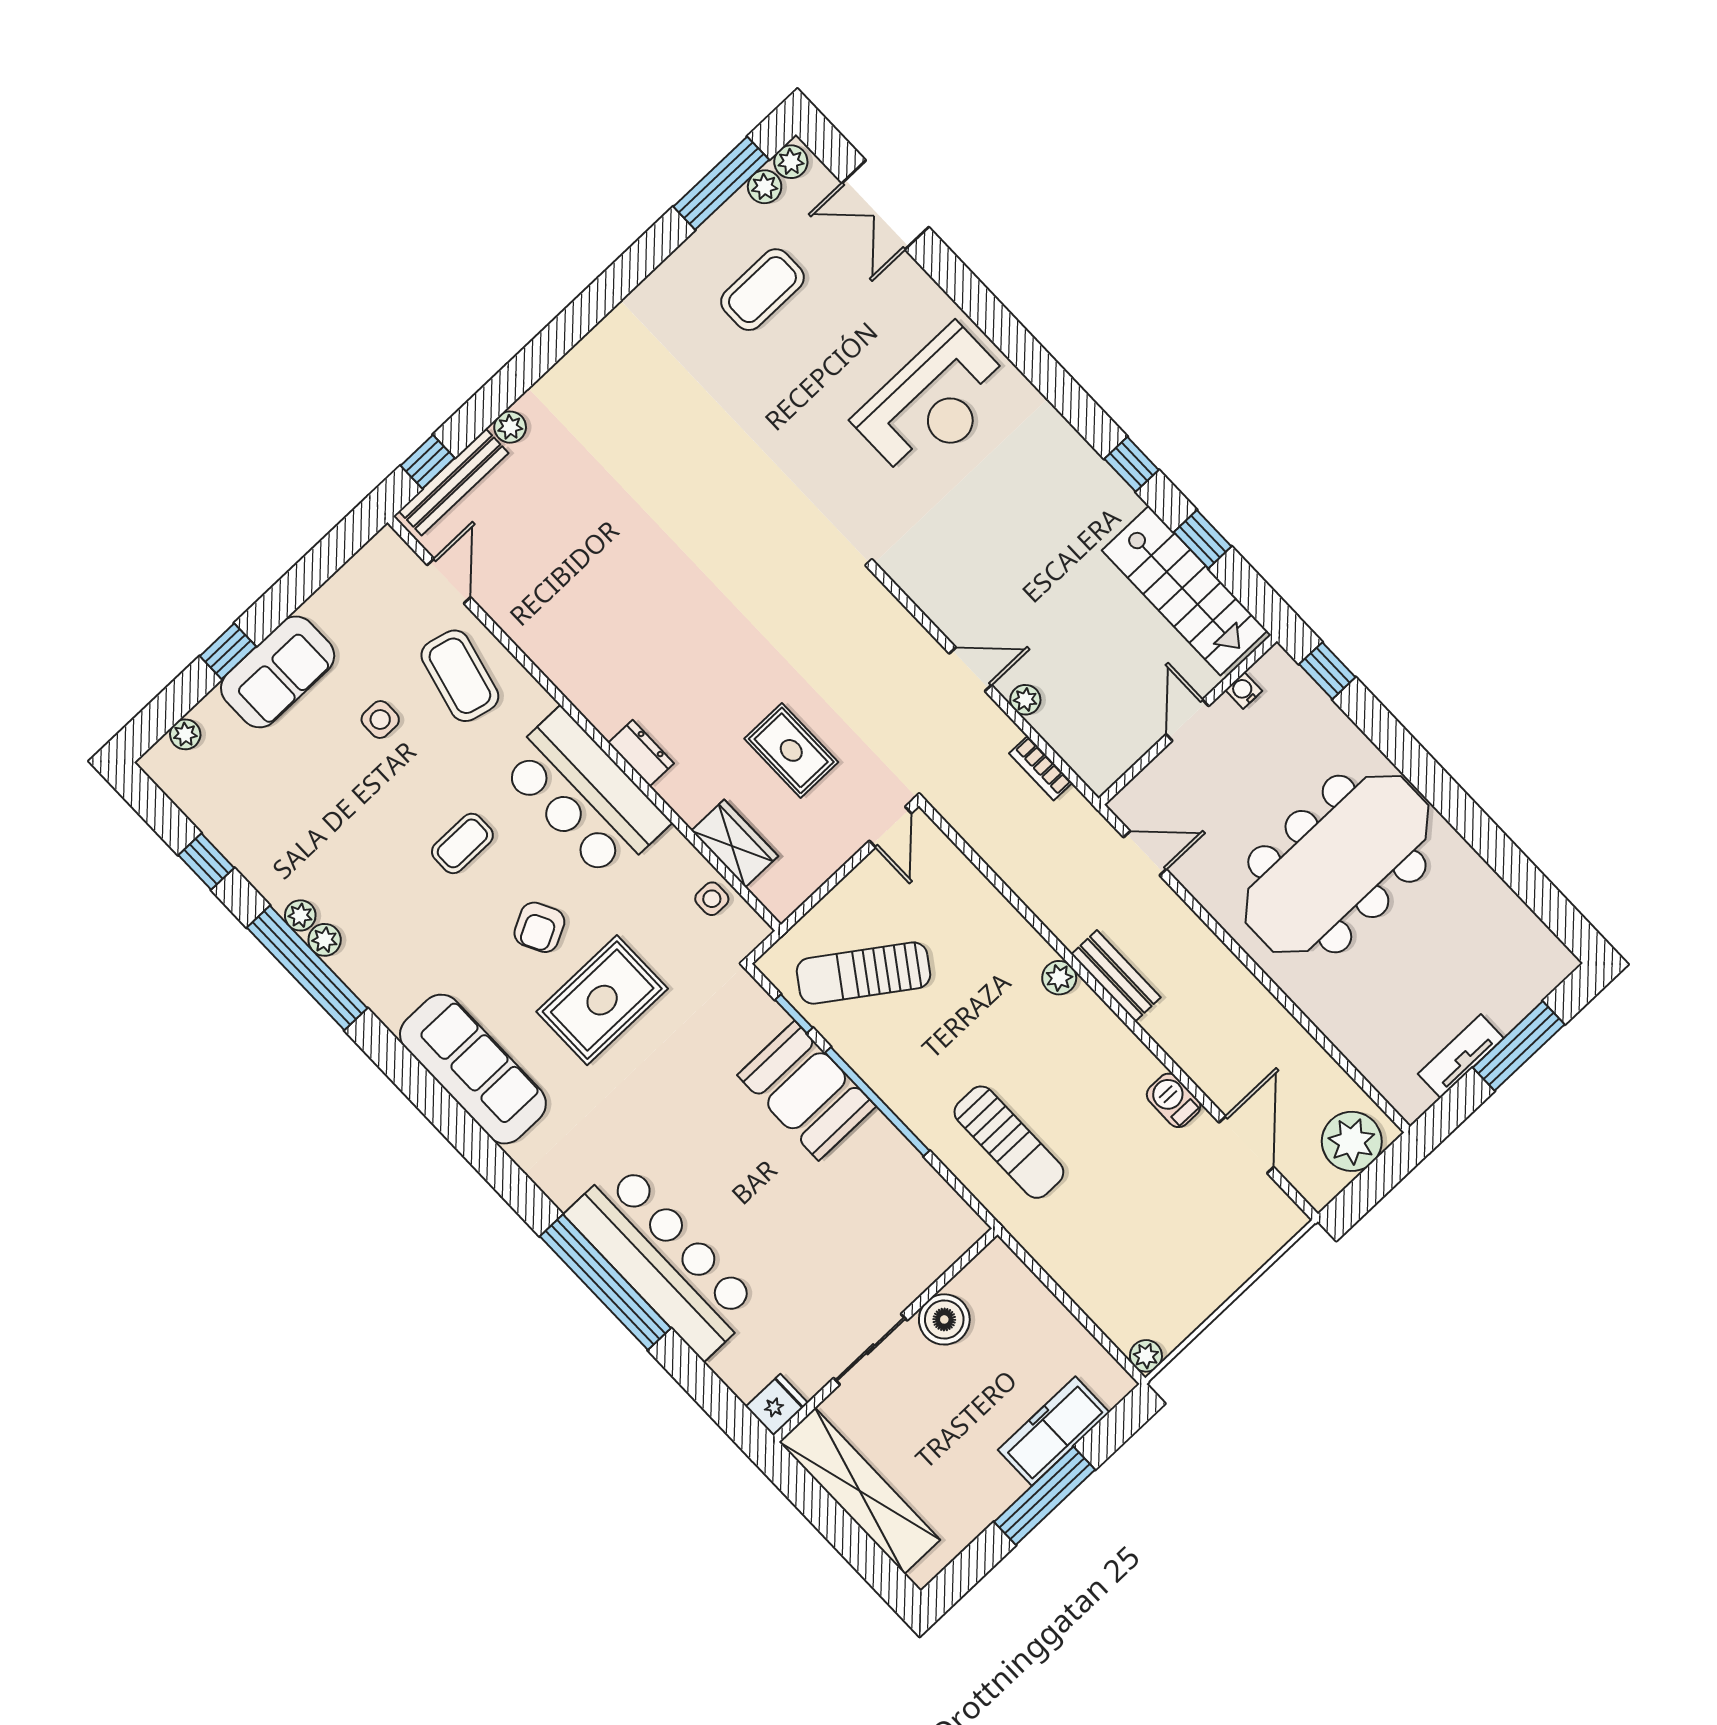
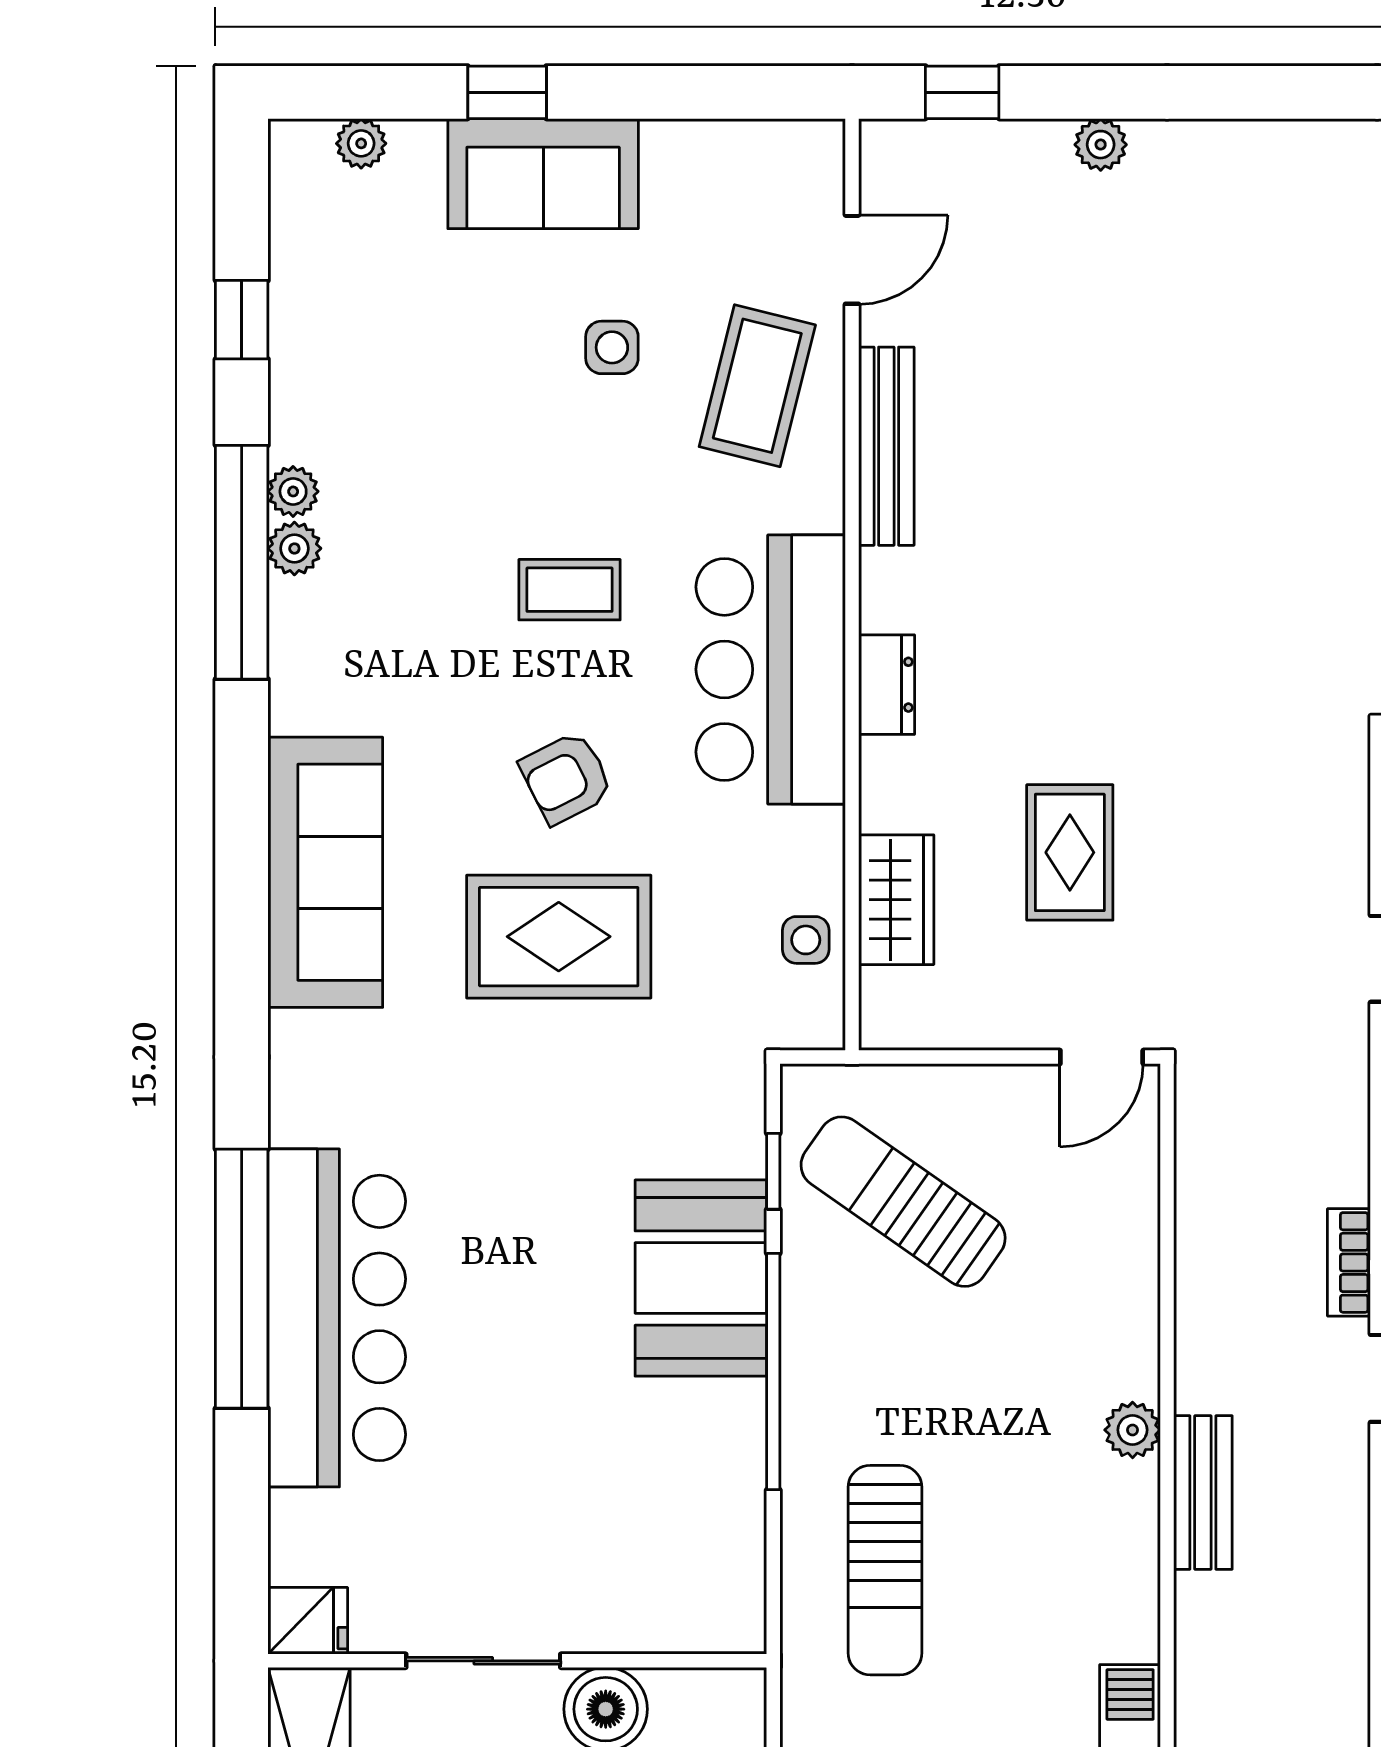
bench: (454, 482) -> (886, 446), moved, turned 90
bookcase: (1041, 768) -> (1349, 1262), moved

